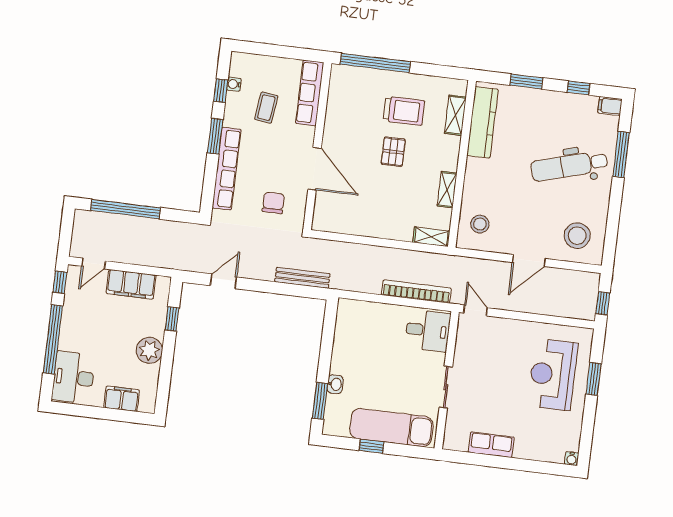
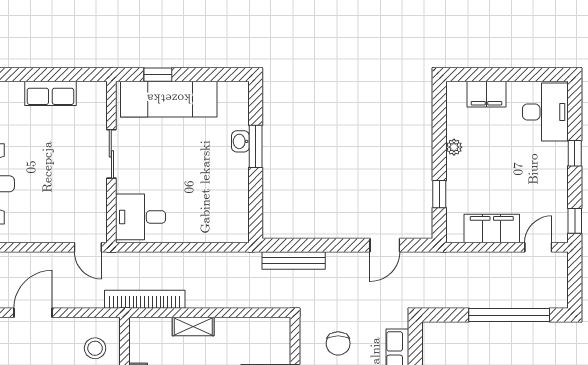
shelving: (431, 237) -> (193, 327), moved
bookcase: (416, 292) -> (145, 299), moved, turned 180
window: (53, 339) -> (575, 153), width x0.32
plant: (149, 350) -> (454, 147), width x0.53, depth x0.53
window: (320, 401) -> (256, 146), moved
window: (372, 446) -> (158, 75), moved

